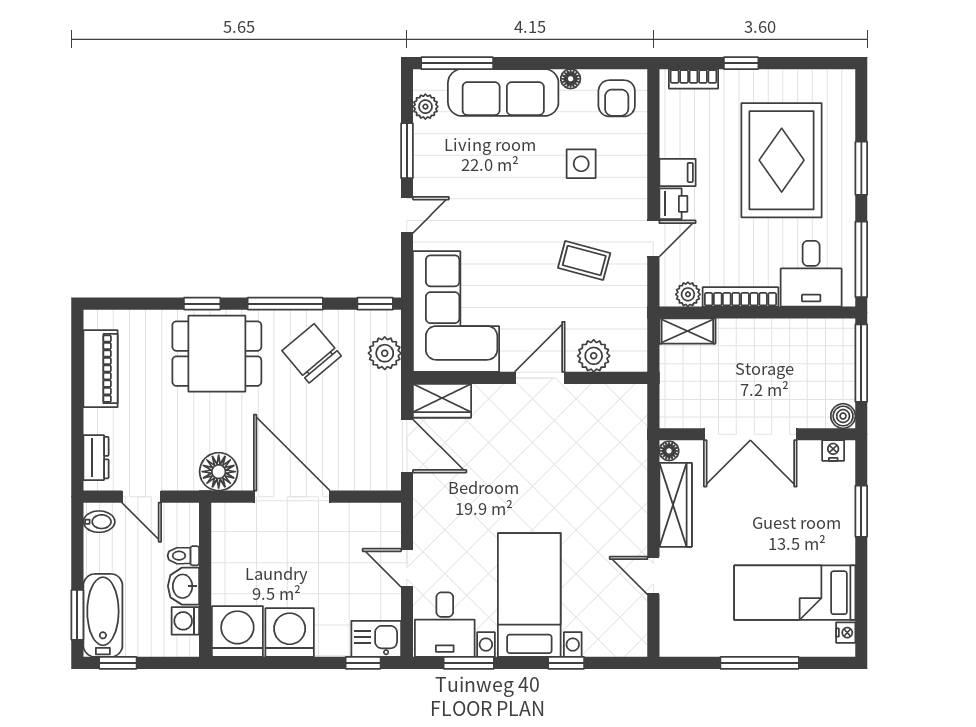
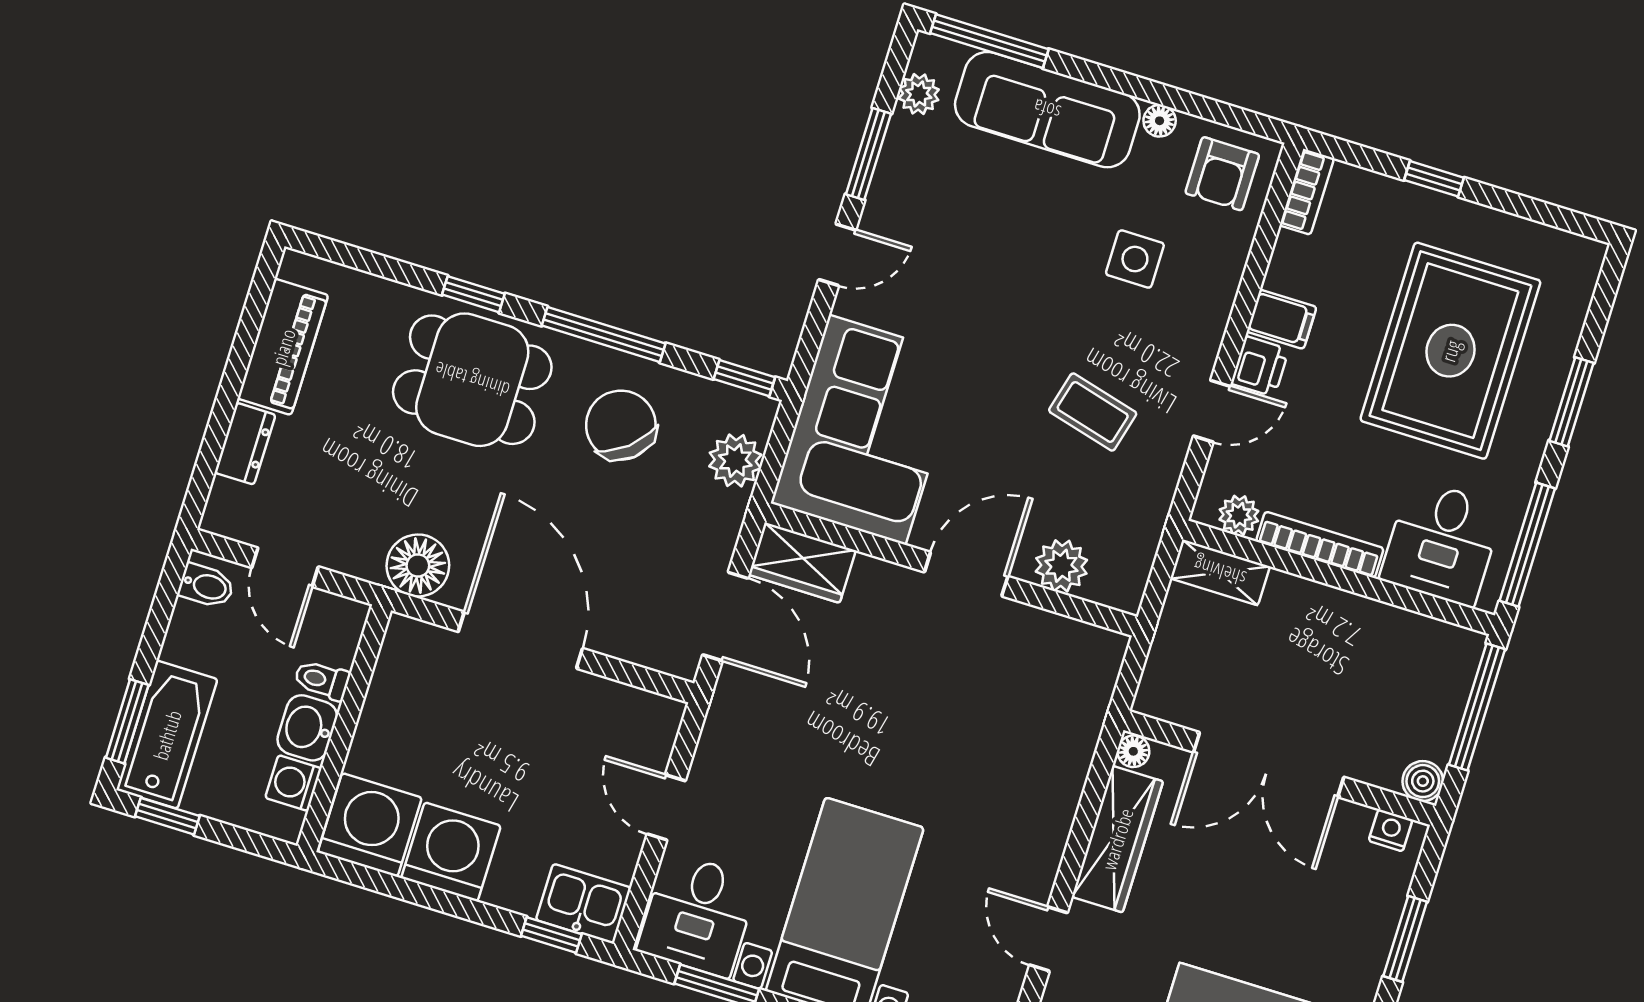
bookcase: (694, 79) -> (1307, 192), moved, turned -90
dresser: (96, 458) -> (245, 444), moved

